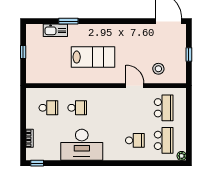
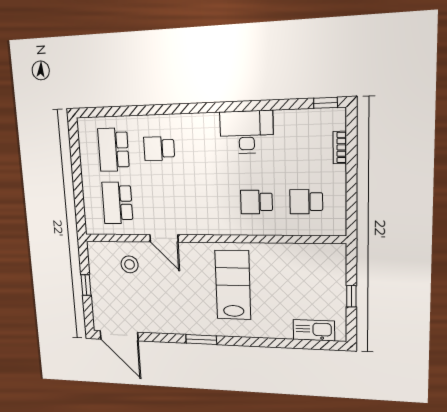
window: (68, 21) -> (201, 340), moved
kitchen sink: (55, 30) -> (314, 330), moved
lab bench: (93, 57) -> (233, 285), turned 90
desk: (82, 145) -> (247, 132), width x0.73, depth x0.77
plant: (182, 156) -> (84, 125), removed

